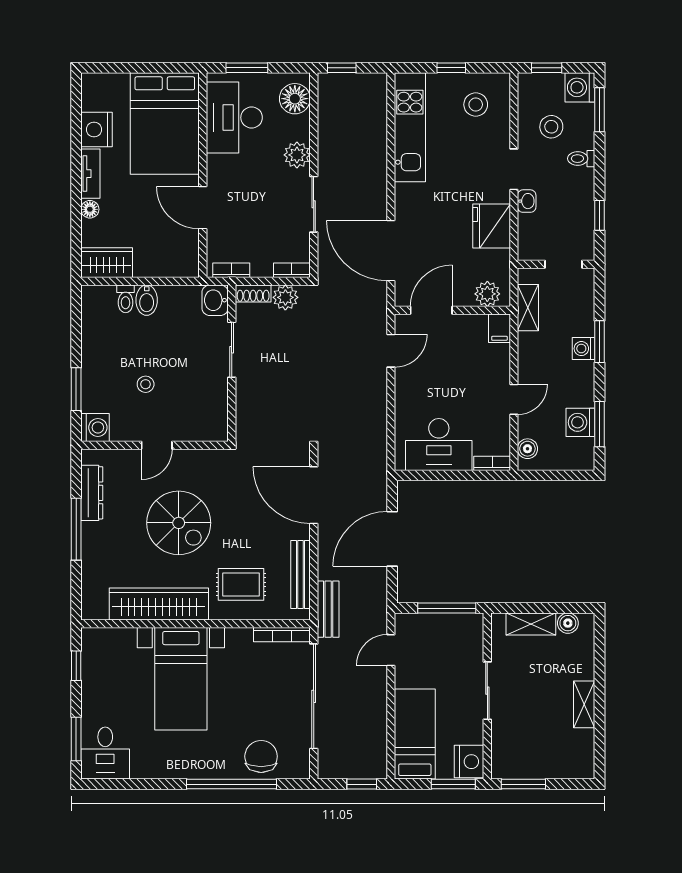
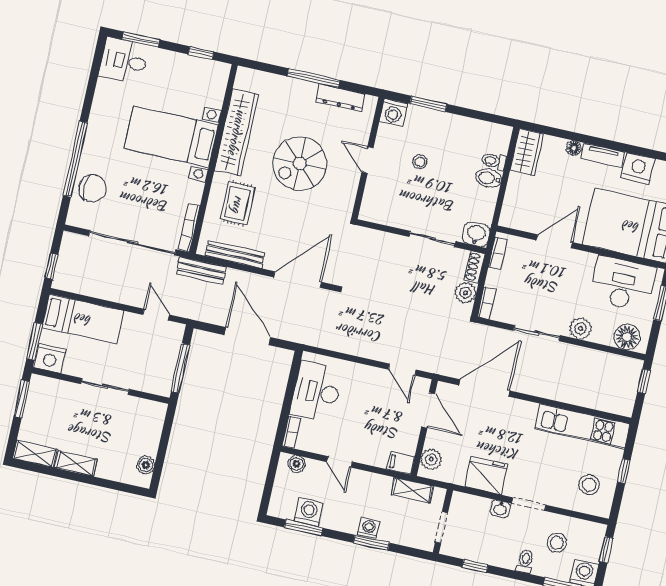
shelving: (531, 624) -> (35, 454), moved, turned 90

